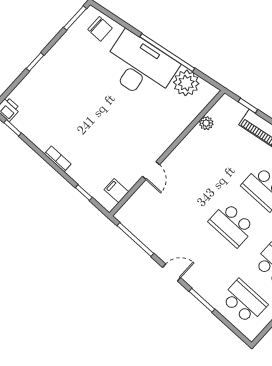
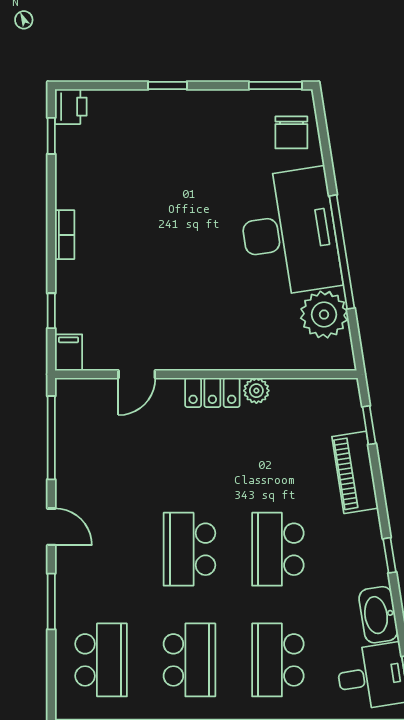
plant: (206, 123) -> (256, 391), moved
locker: (177, 157) -> (212, 393), added
door: (151, 171) -> (137, 374), moved
filing cabinet: (116, 191) -> (69, 353), moved

